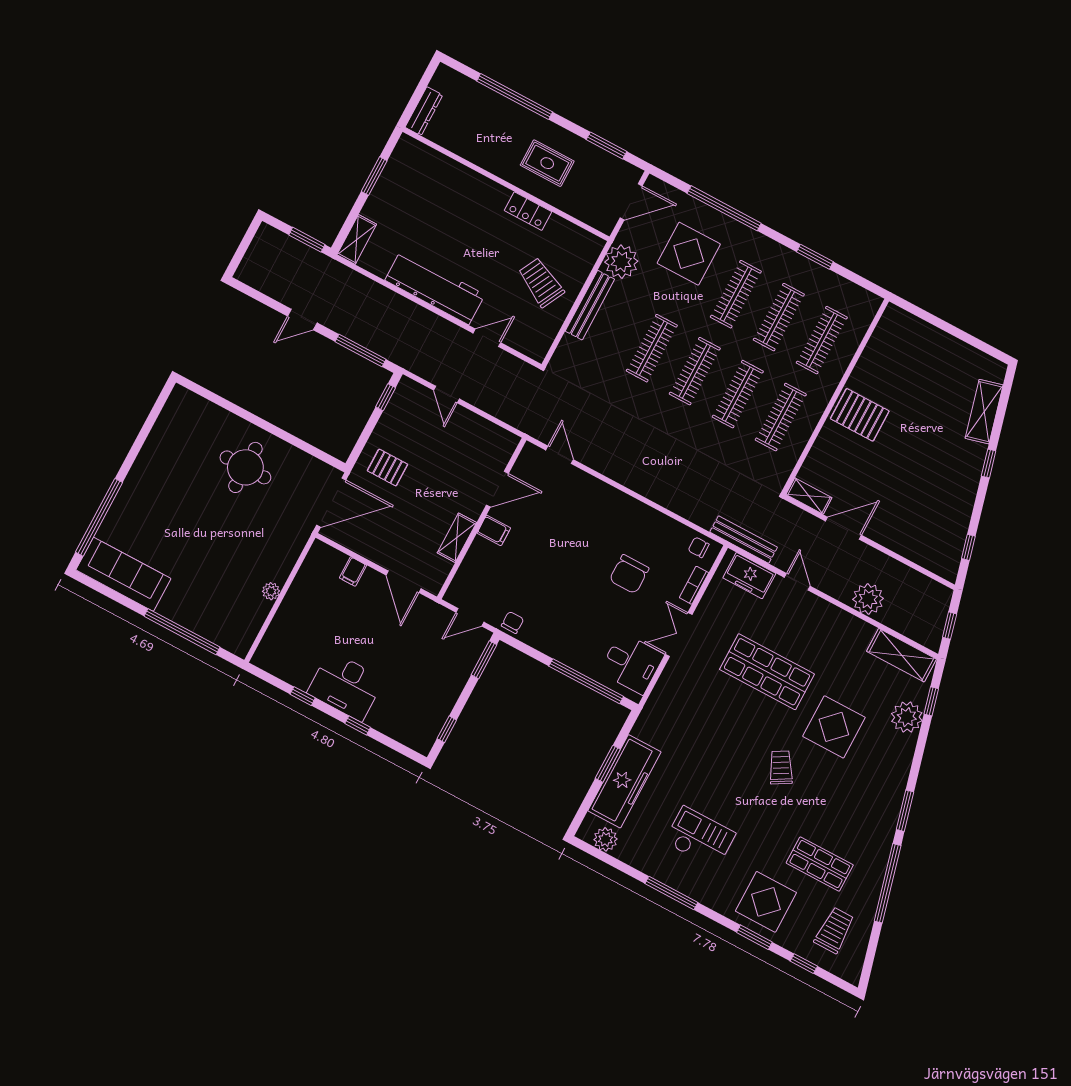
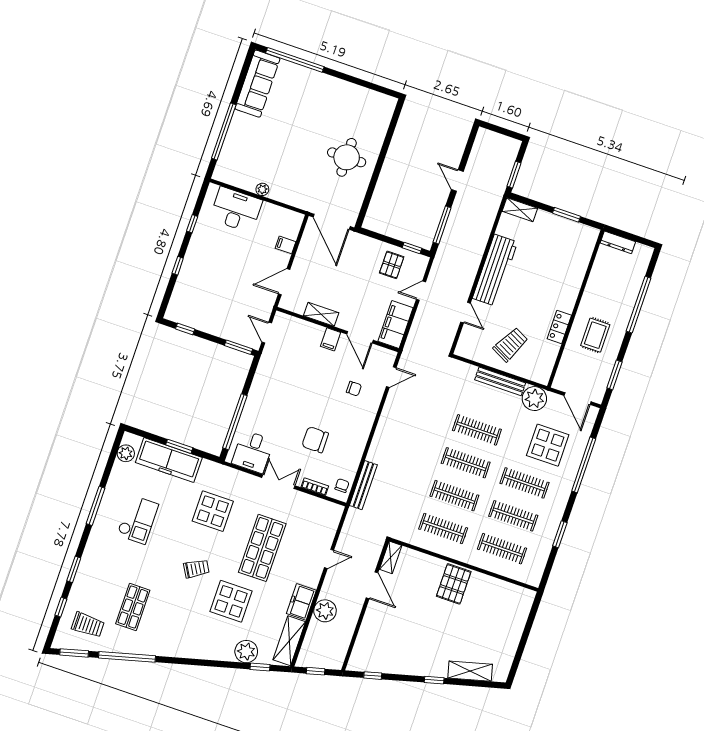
filing cabinet: (488, 437) -> (396, 325), added
pallet: (387, 468) -> (392, 265), moved
bench: (744, 540) -> (363, 485), moved
freezer: (749, 576) -> (301, 602), moved
chair: (512, 622) -> (354, 389), moved
desk: (346, 686) -> (236, 210), moved, turned 90
window: (905, 811) -> (74, 653), moved
display table: (766, 902) -> (213, 511), moved

